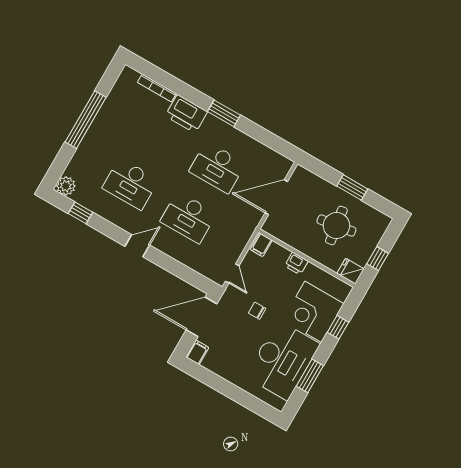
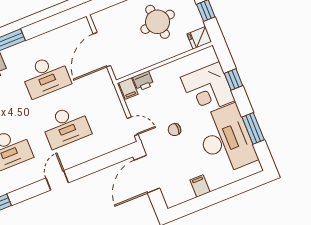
printer: (296, 264) -> (143, 81), moved
filing cabinet: (197, 352) -> (200, 186), moved

